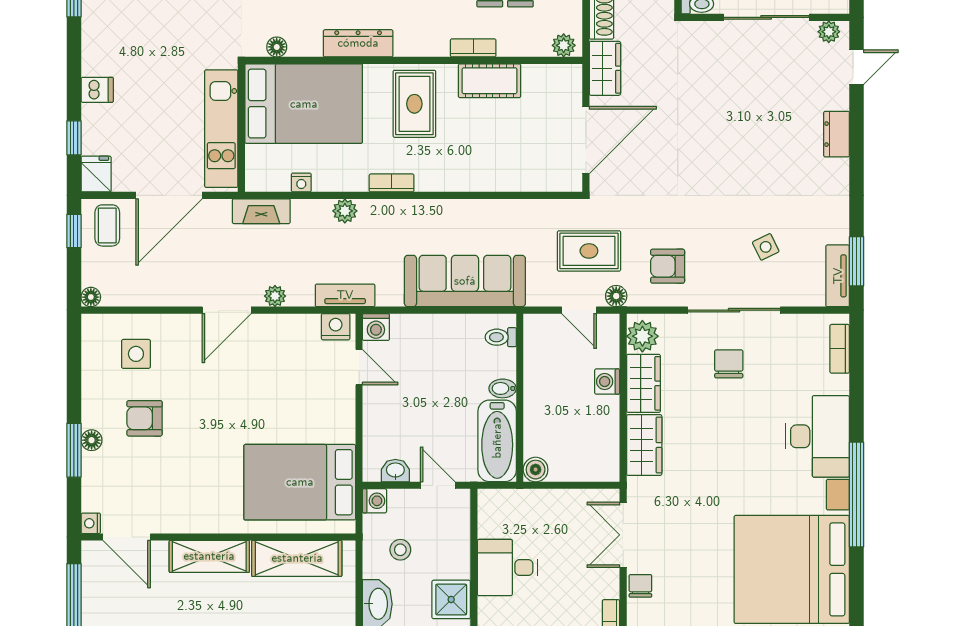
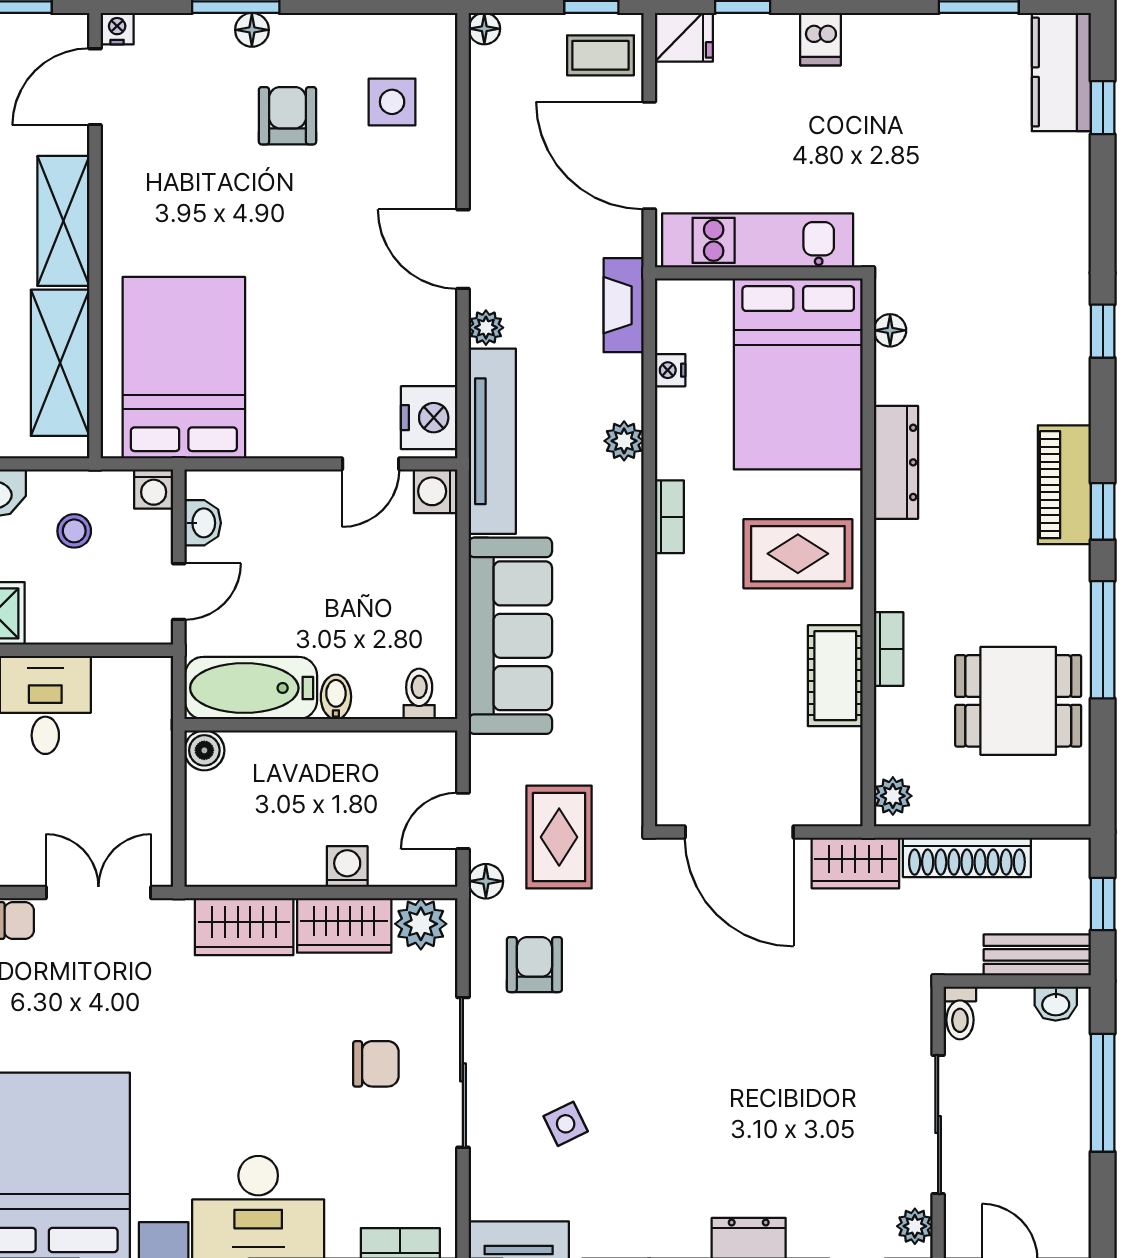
tv unit: (345, 295) -> (492, 441), width x1.92, depth x1.29
nightstand: (336, 327) -> (429, 418), width x1.36, depth x1.33

